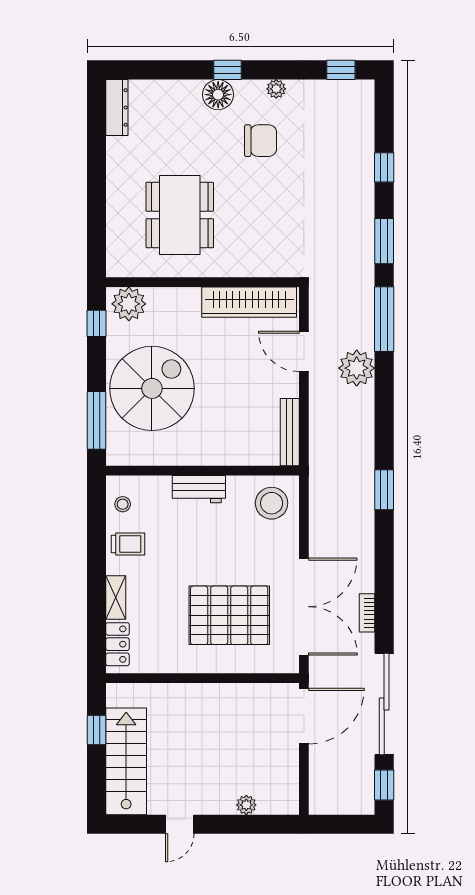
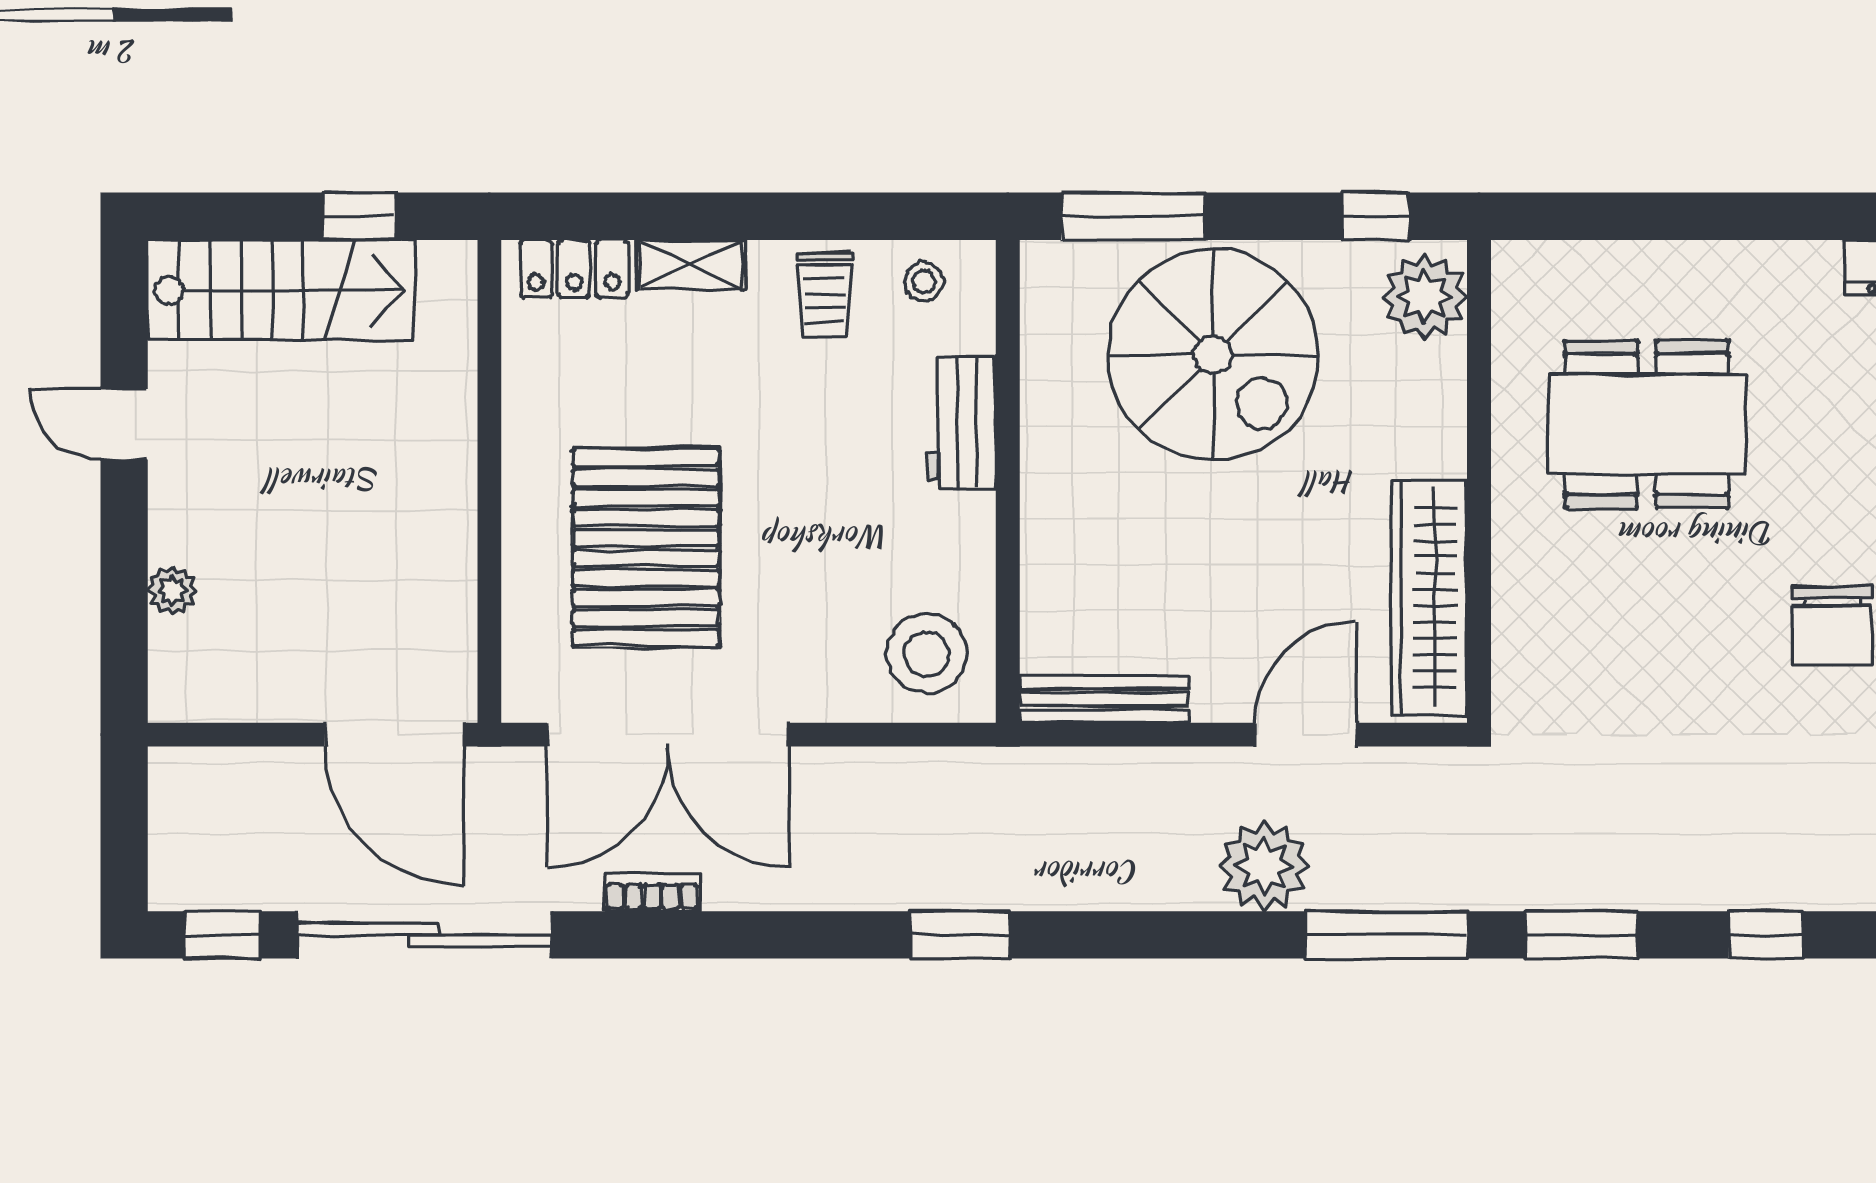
workbench: (199, 489) -> (962, 422), moved

